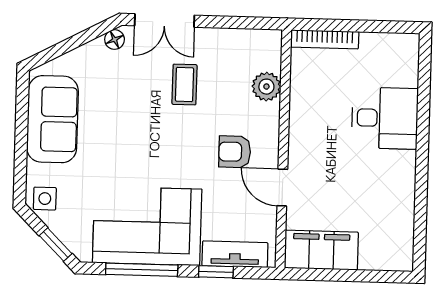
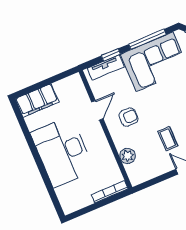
desk: (385, 118) -> (62, 152), width x1.87, depth x1.30
door: (282, 188) -> (97, 110), hinge flipped
filing cabinet: (321, 250) -> (37, 100), moved

